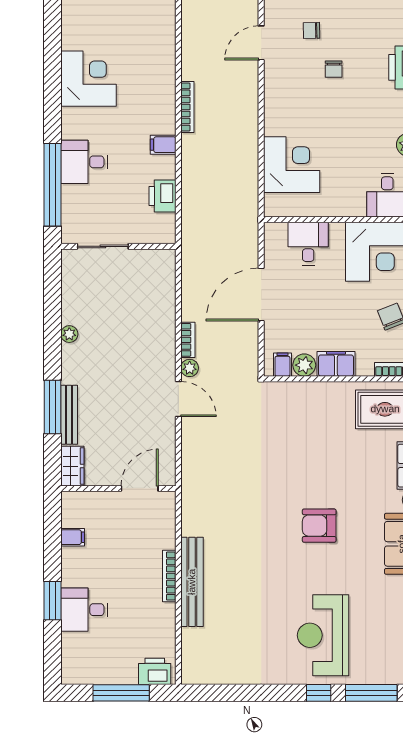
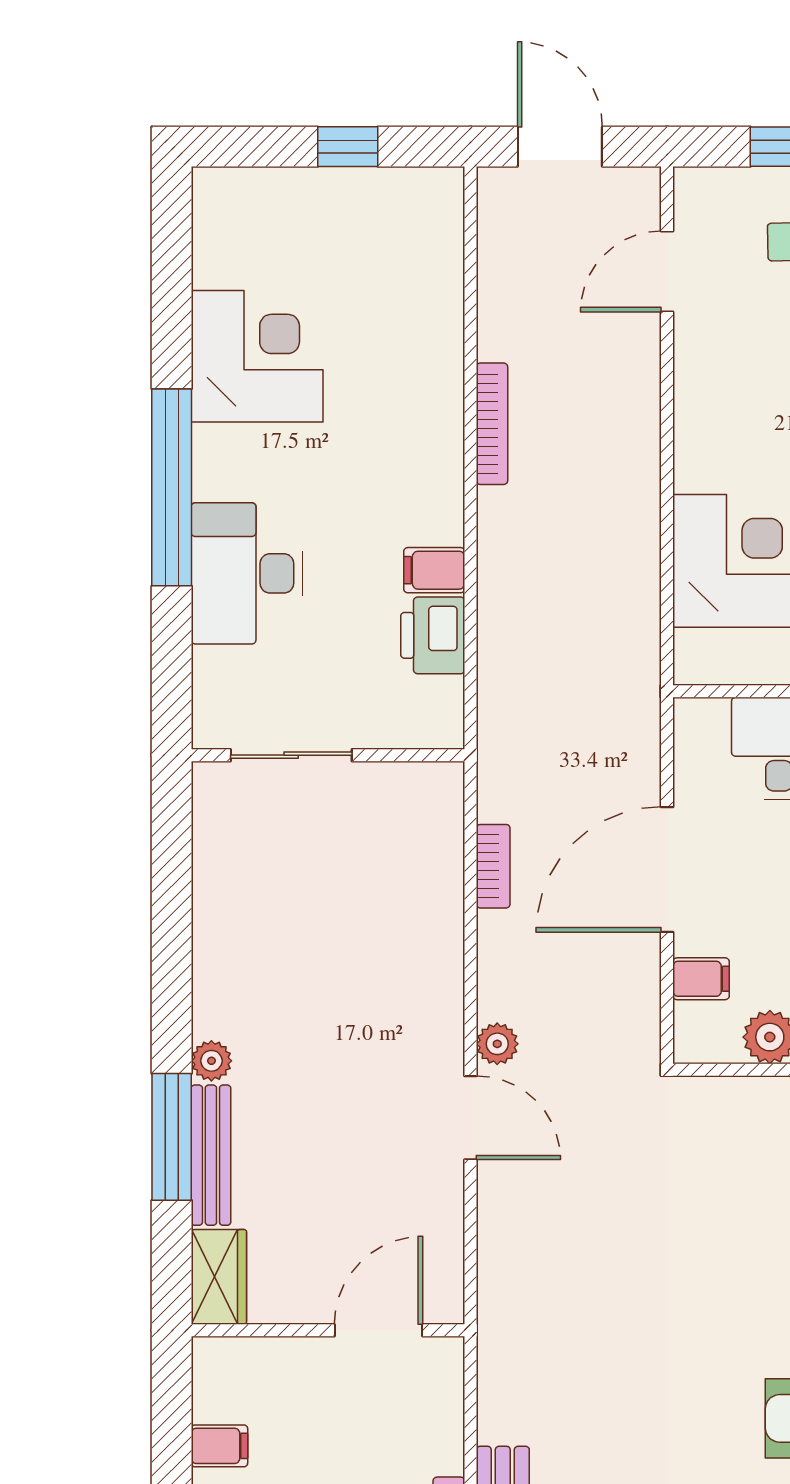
filing cabinet: (163, 145) -> (434, 570), moved
desk: (84, 162) -> (247, 573), width x1.37
window: (53, 185) -> (172, 487), moved
plant: (69, 334) -> (211, 1061), moved
bookcase: (188, 340) -> (493, 866), moved
filing cabinet: (282, 365) -> (701, 979), moved, turned 90

